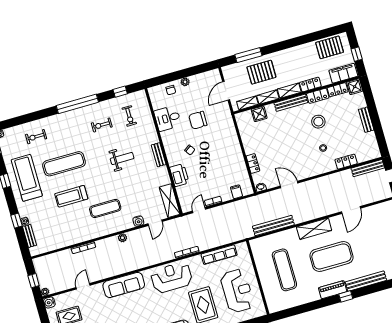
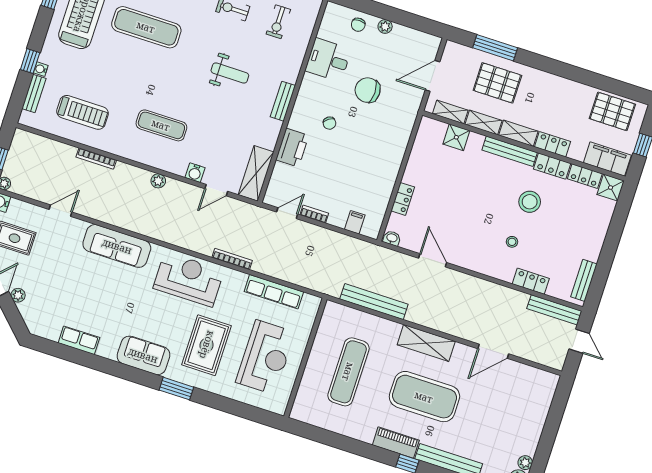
bench: (366, 120) -> (584, 280), moved
treadmill: (71, 196) -> (82, 112), moved, turned 180

